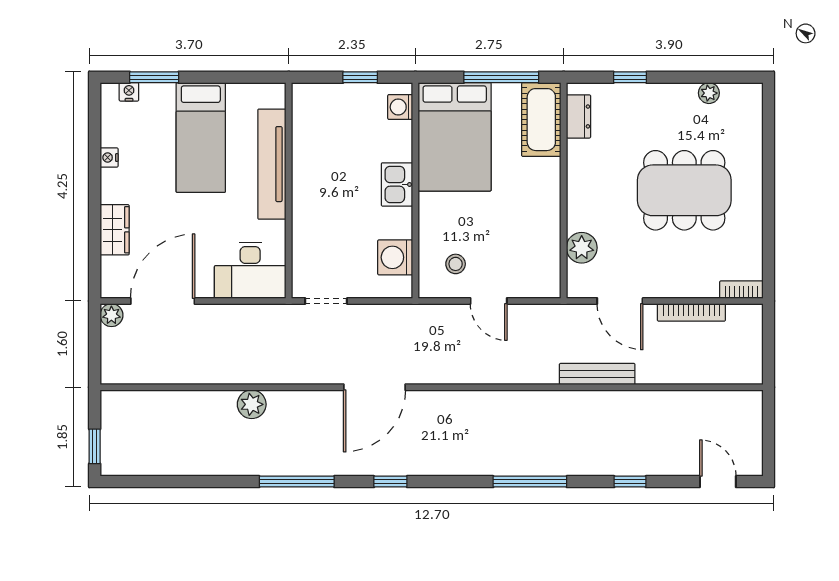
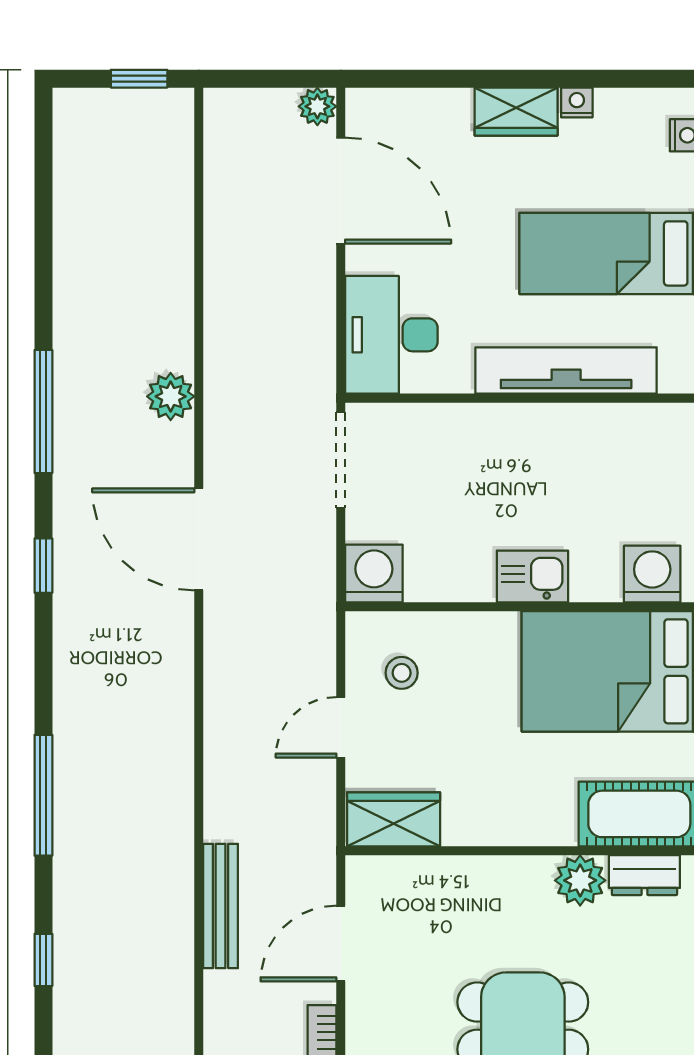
washing machine: (400, 107) -> (652, 574), width x1.38, depth x1.38
wardrobe: (115, 230) -> (516, 112), moved
plant: (582, 248) -> (580, 880), moved
washing machine: (395, 257) -> (374, 573), moved
wardrobe: (545, 269) -> (394, 819), added
doorway: (326, 301) -> (341, 460), width x1.38
plant: (252, 404) -> (171, 396), moved
window: (95, 446) -> (139, 79), moved

